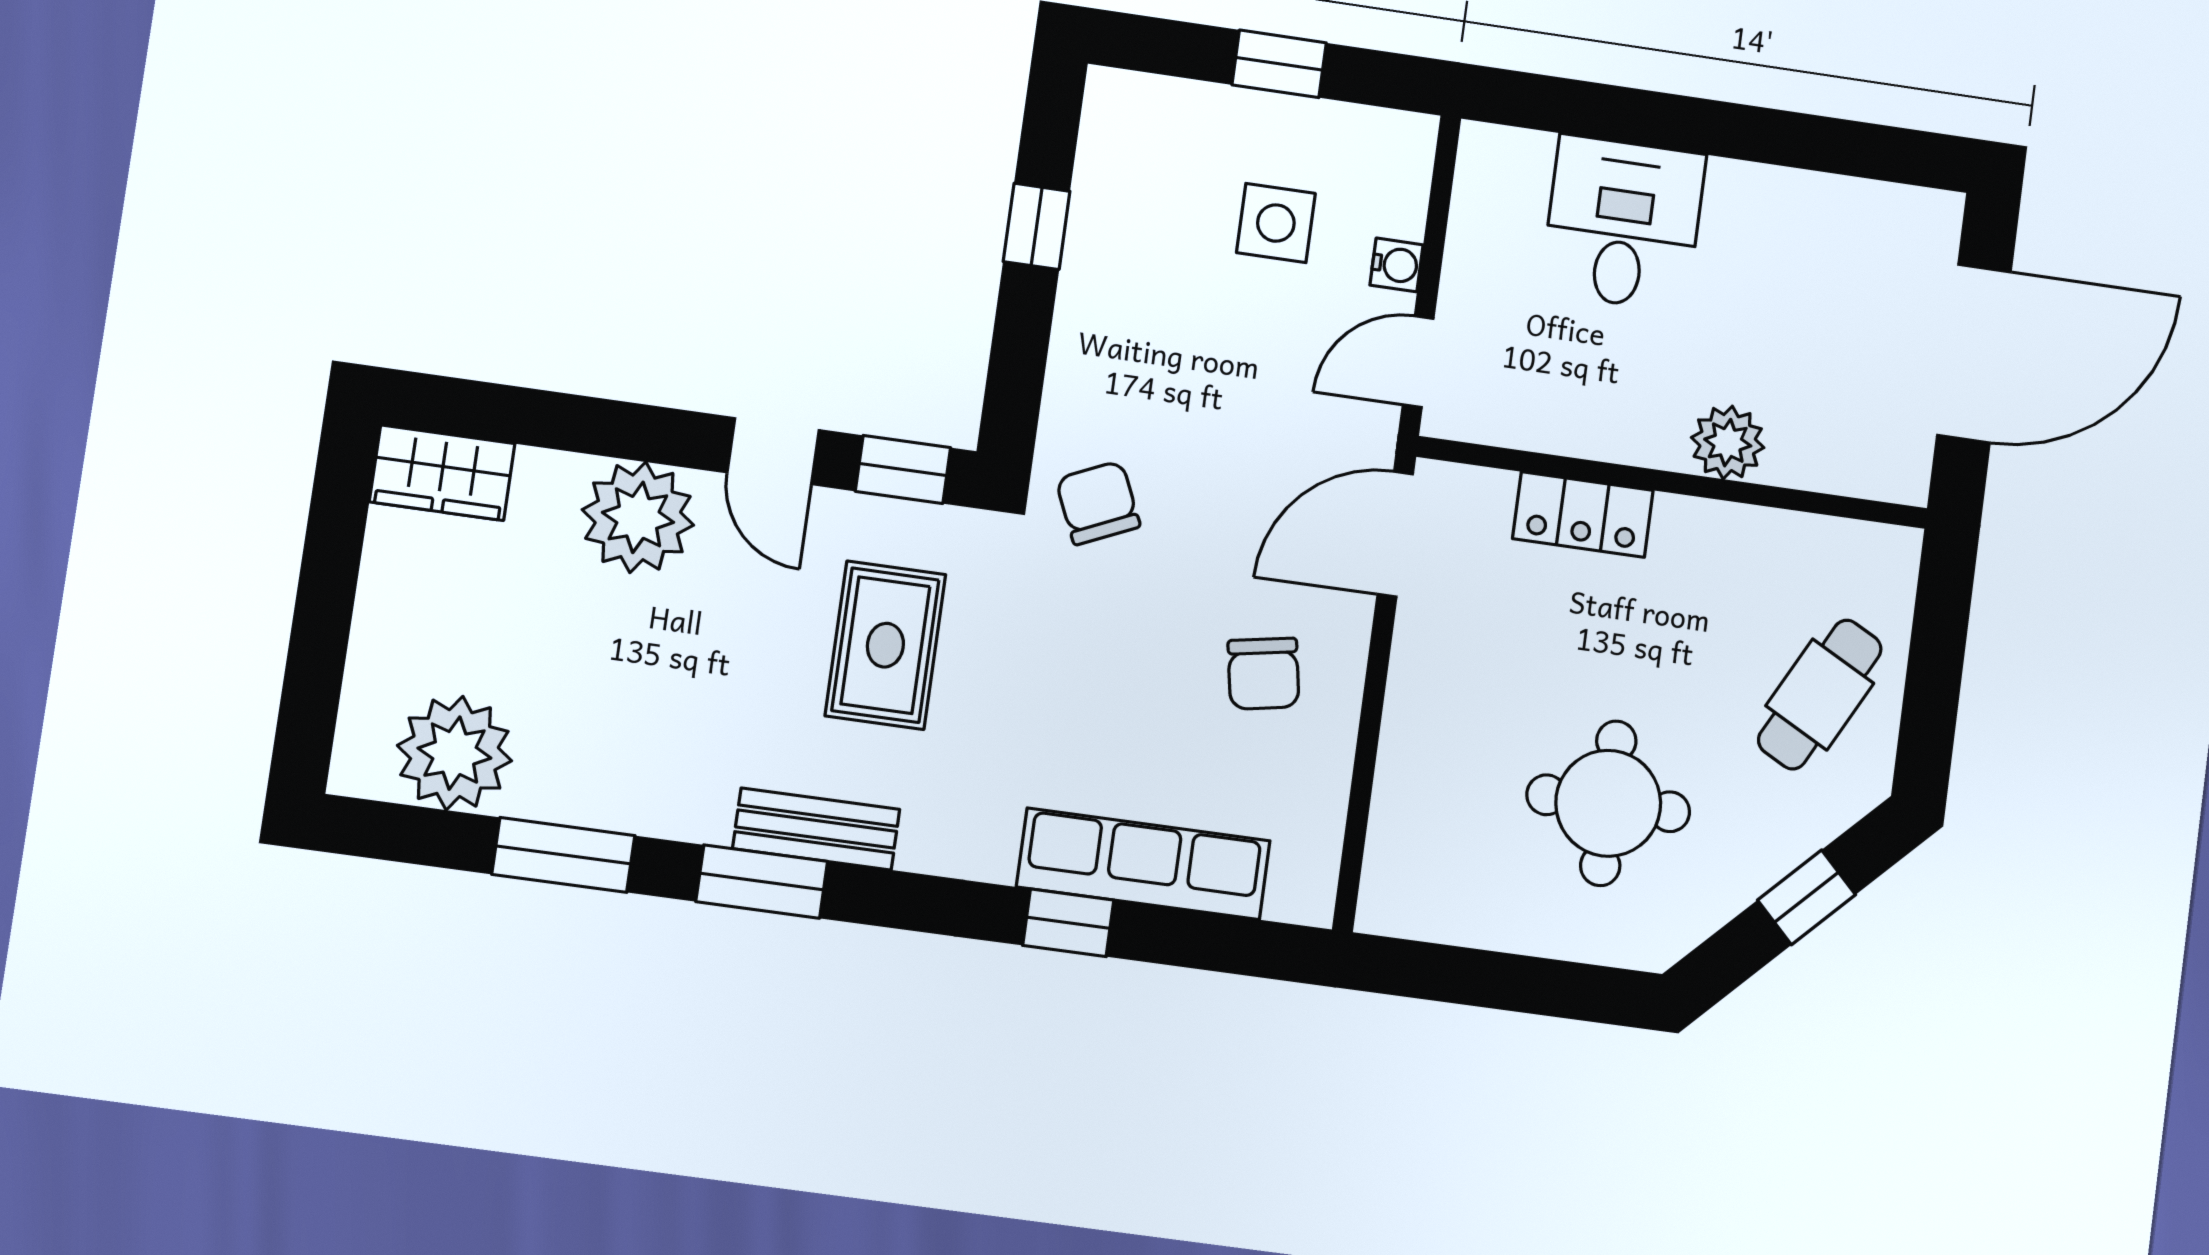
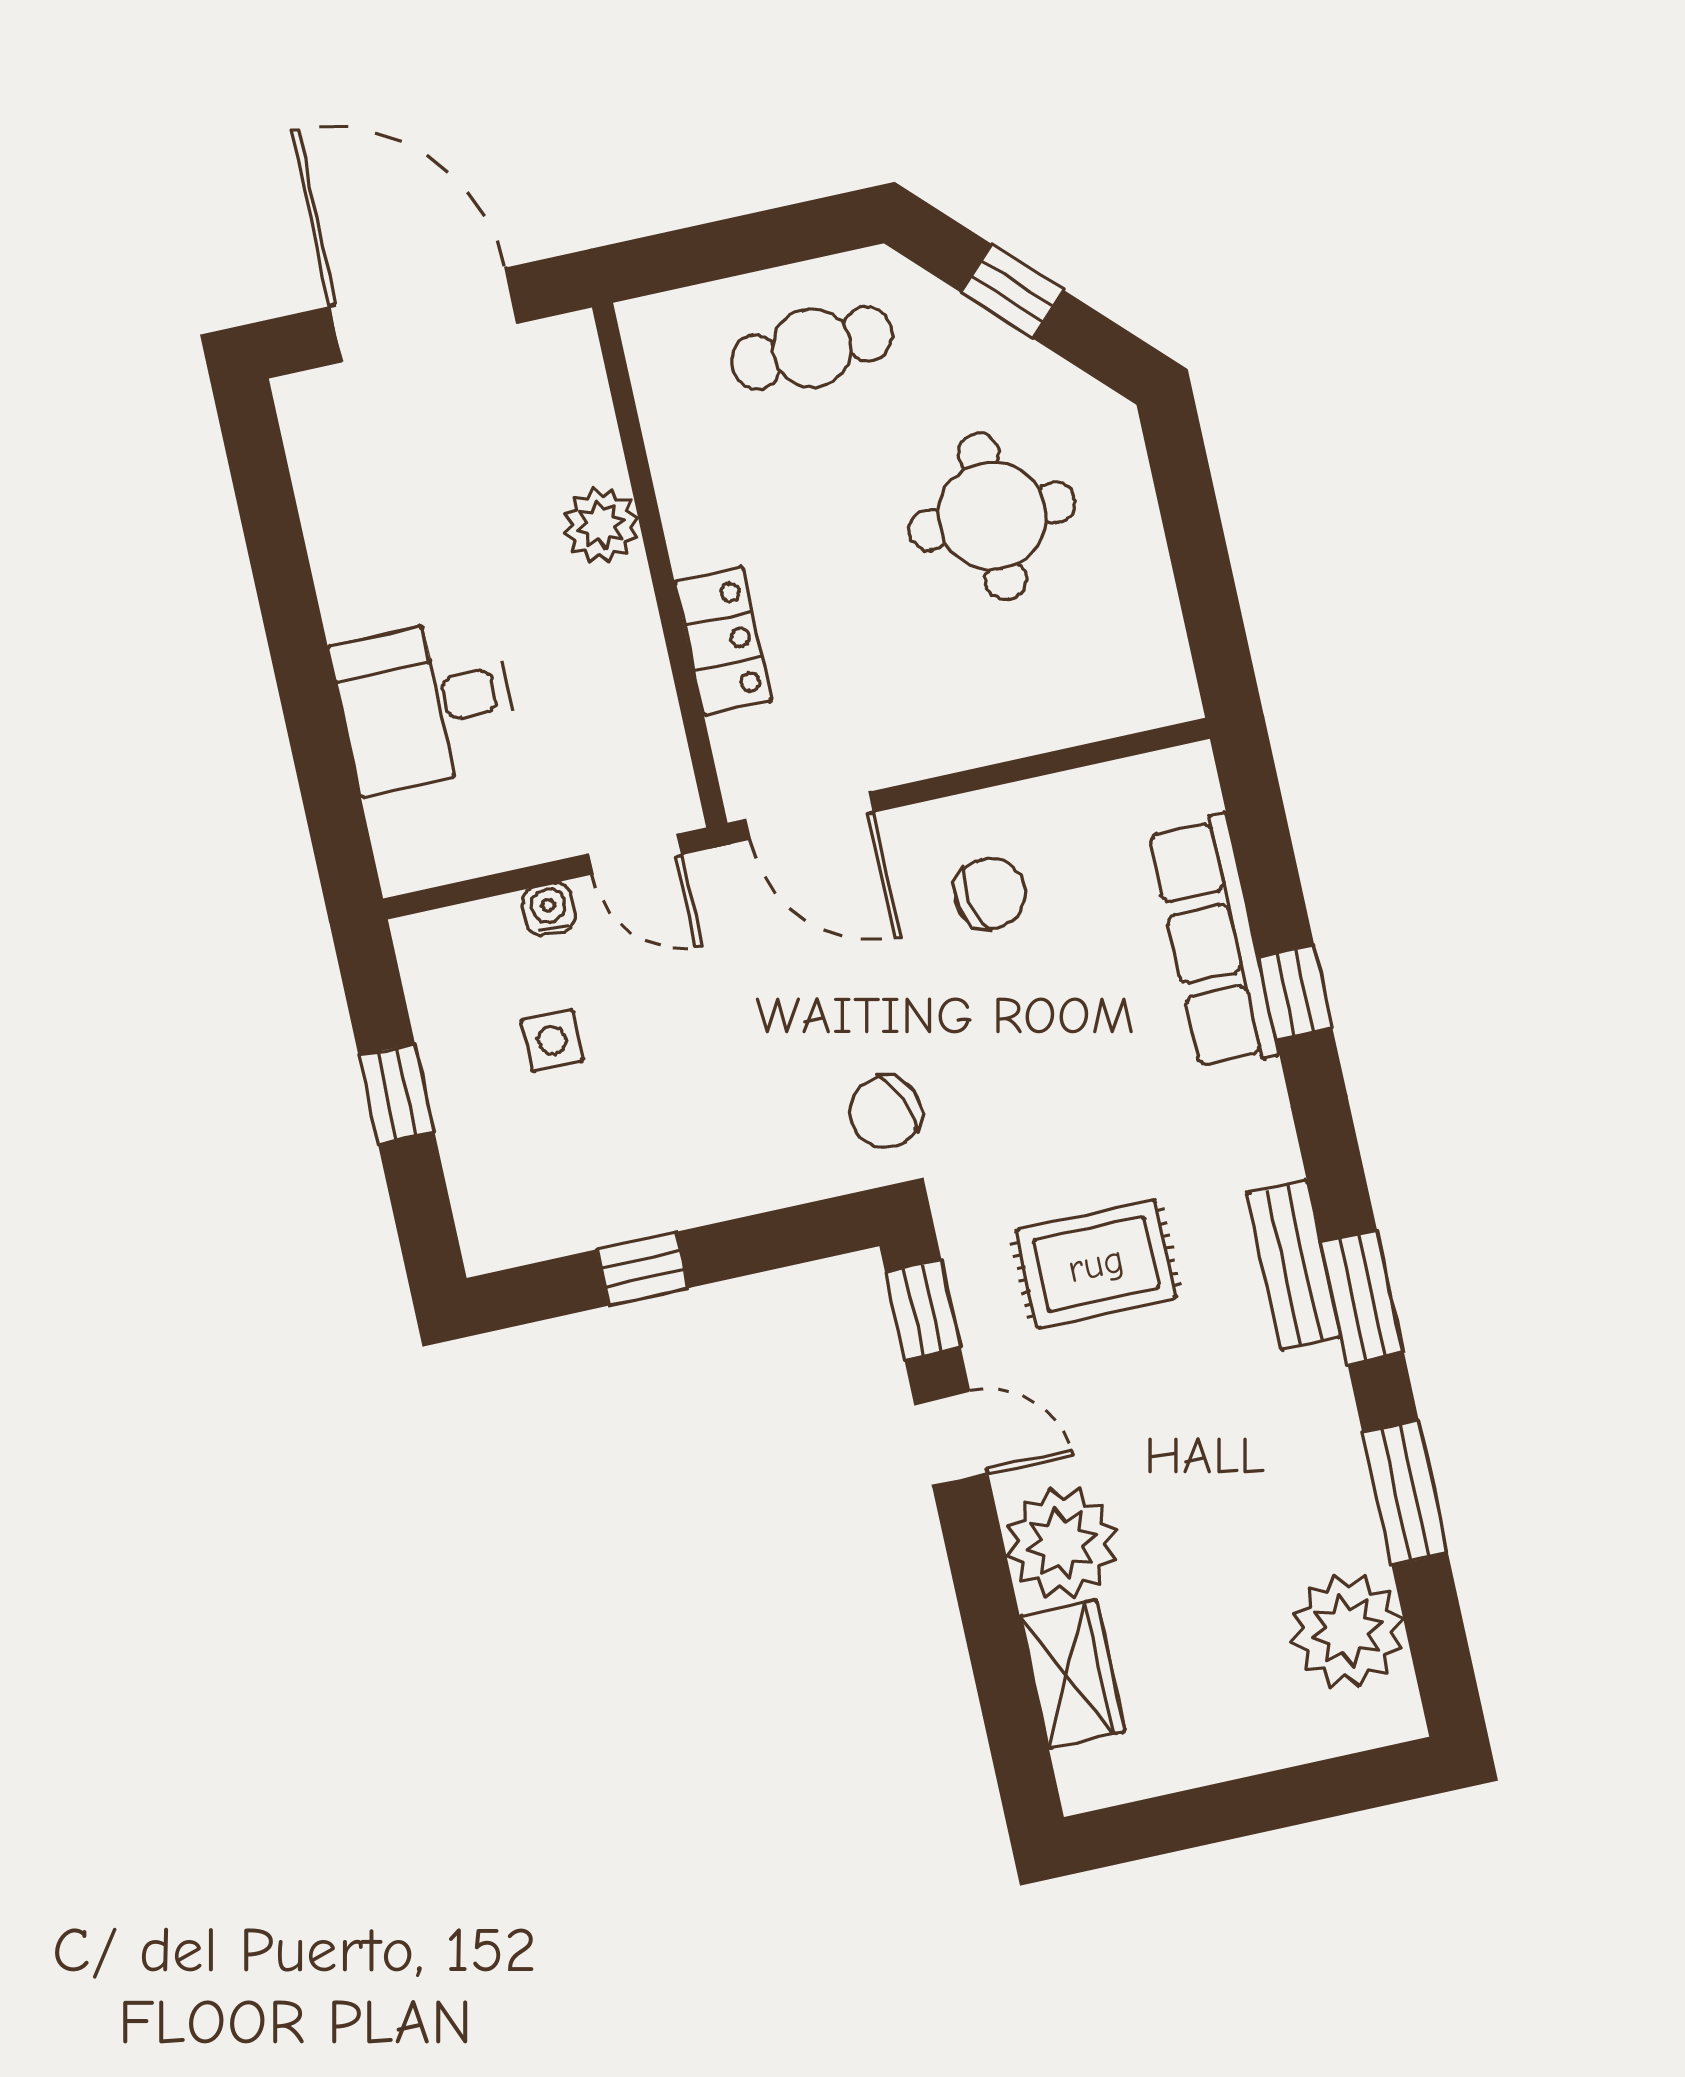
side table: (1276, 223) -> (552, 1040), width x0.73, depth x0.73
door: (773, 451) -> (951, 1439), hinge flipped
wardrobe: (442, 473) -> (1073, 1674), moved
cafe table: (1820, 695) -> (812, 348), turned -30

